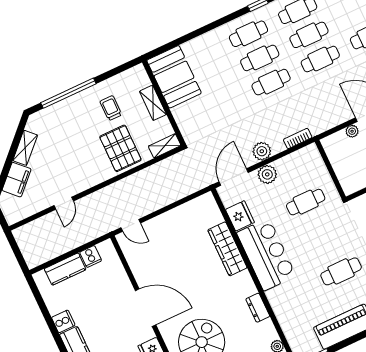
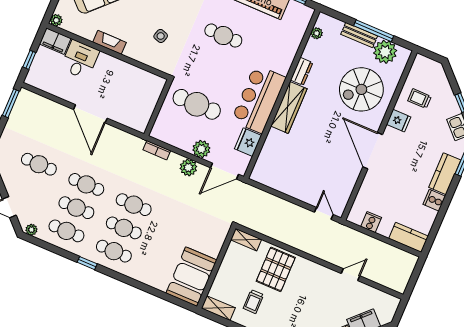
shelving: (153, 103) -> (218, 308), moved, turned 90
plant: (352, 131) -> (117, 116), removed
cafe table: (306, 202) -> (197, 104), width x1.37, depth x1.35
wardrobe: (227, 249) -> (289, 107), moved
kitchen counter: (65, 269) -> (409, 237), moved

